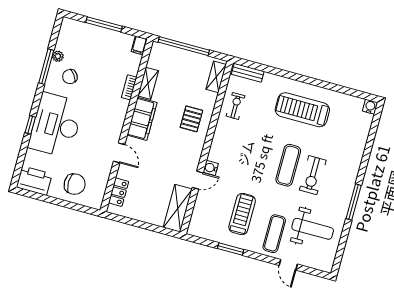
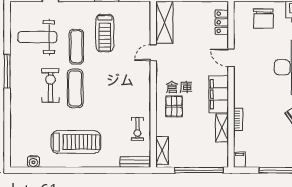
water cooler: (370, 107) -> (33, 161), moved
water cooler: (211, 168) -> (145, 67), removed
chair: (75, 184) -> (263, 19), turned -90
exercise mat: (274, 234) -> (76, 47), moved

